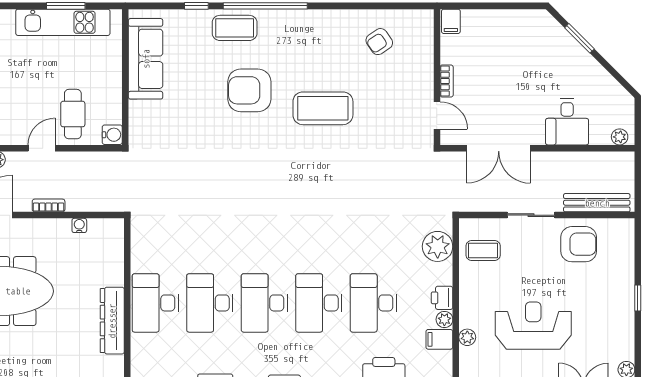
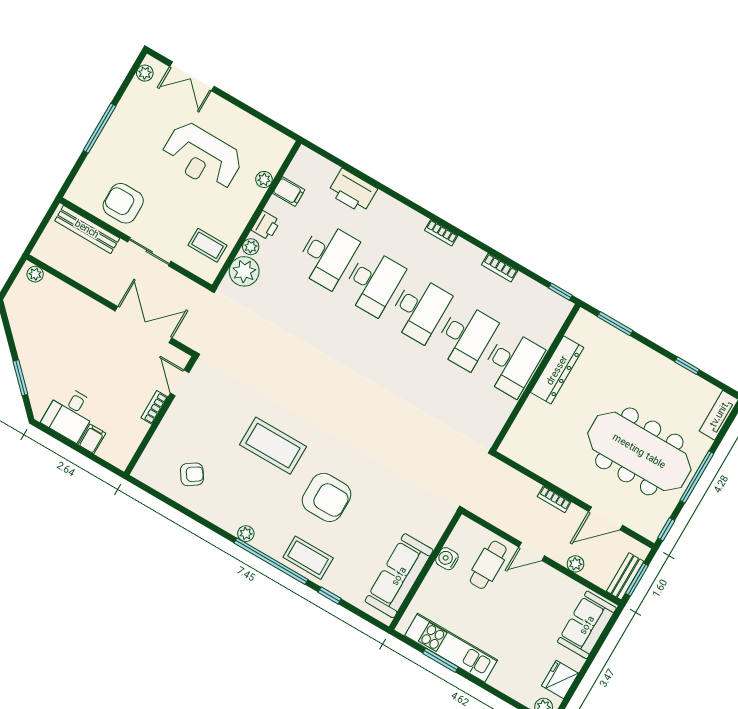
plant: (302, 17) -> (246, 534), added
filing cabinet: (451, 21) -> (92, 439), moved
desk: (567, 122) -> (70, 414), moved, turned 180
water cooler: (112, 135) -> (447, 559), moved
water cooler: (79, 225) -> (538, 467), removed
window: (638, 298) -> (100, 128), width x2.17
plant: (444, 319) -> (251, 247), moved

